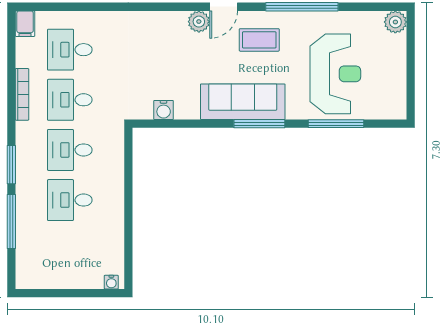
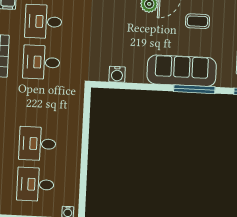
coffee table: (259, 40) -> (198, 21), width x0.73, depth x0.77
desk: (70, 150) -> (35, 184), moved

